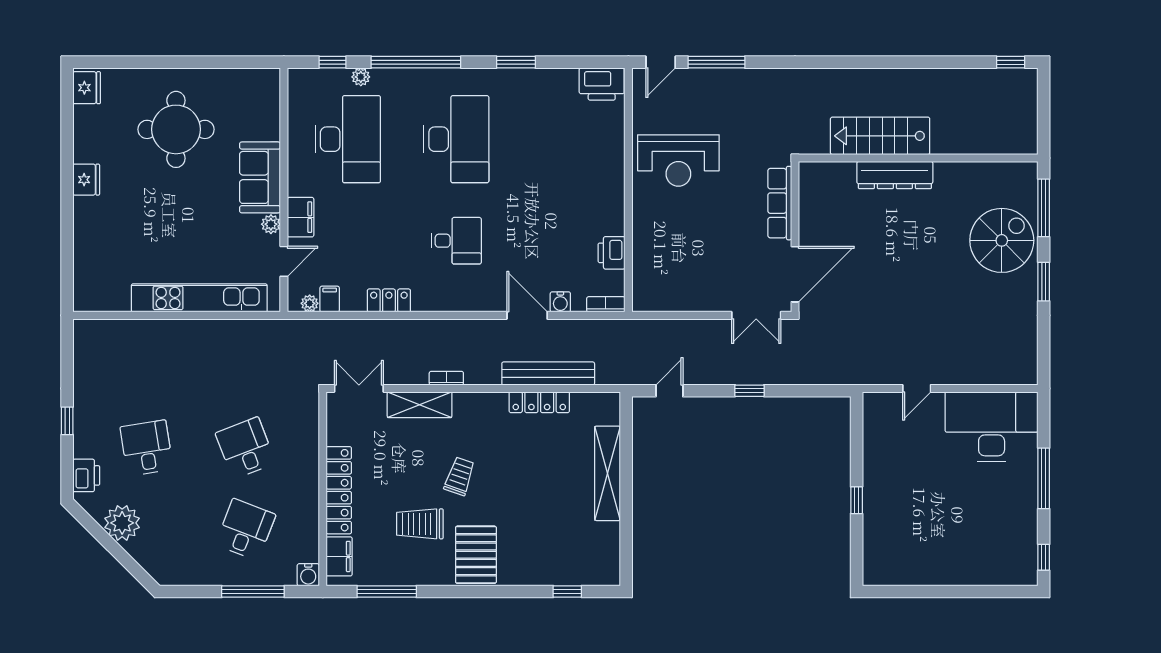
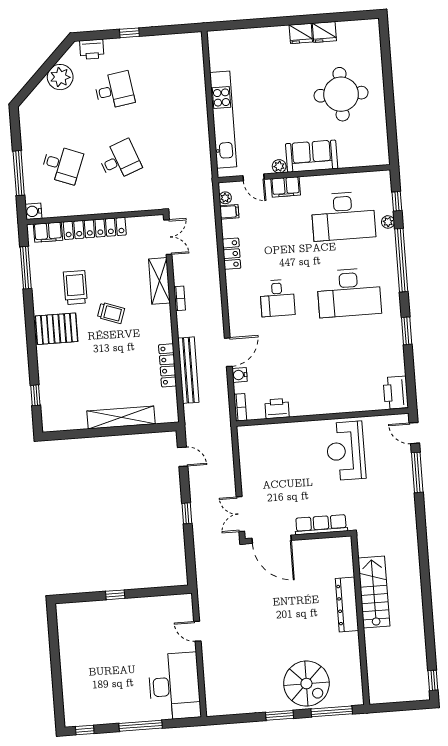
fridge: (87, 88) -> (324, 32), moved

